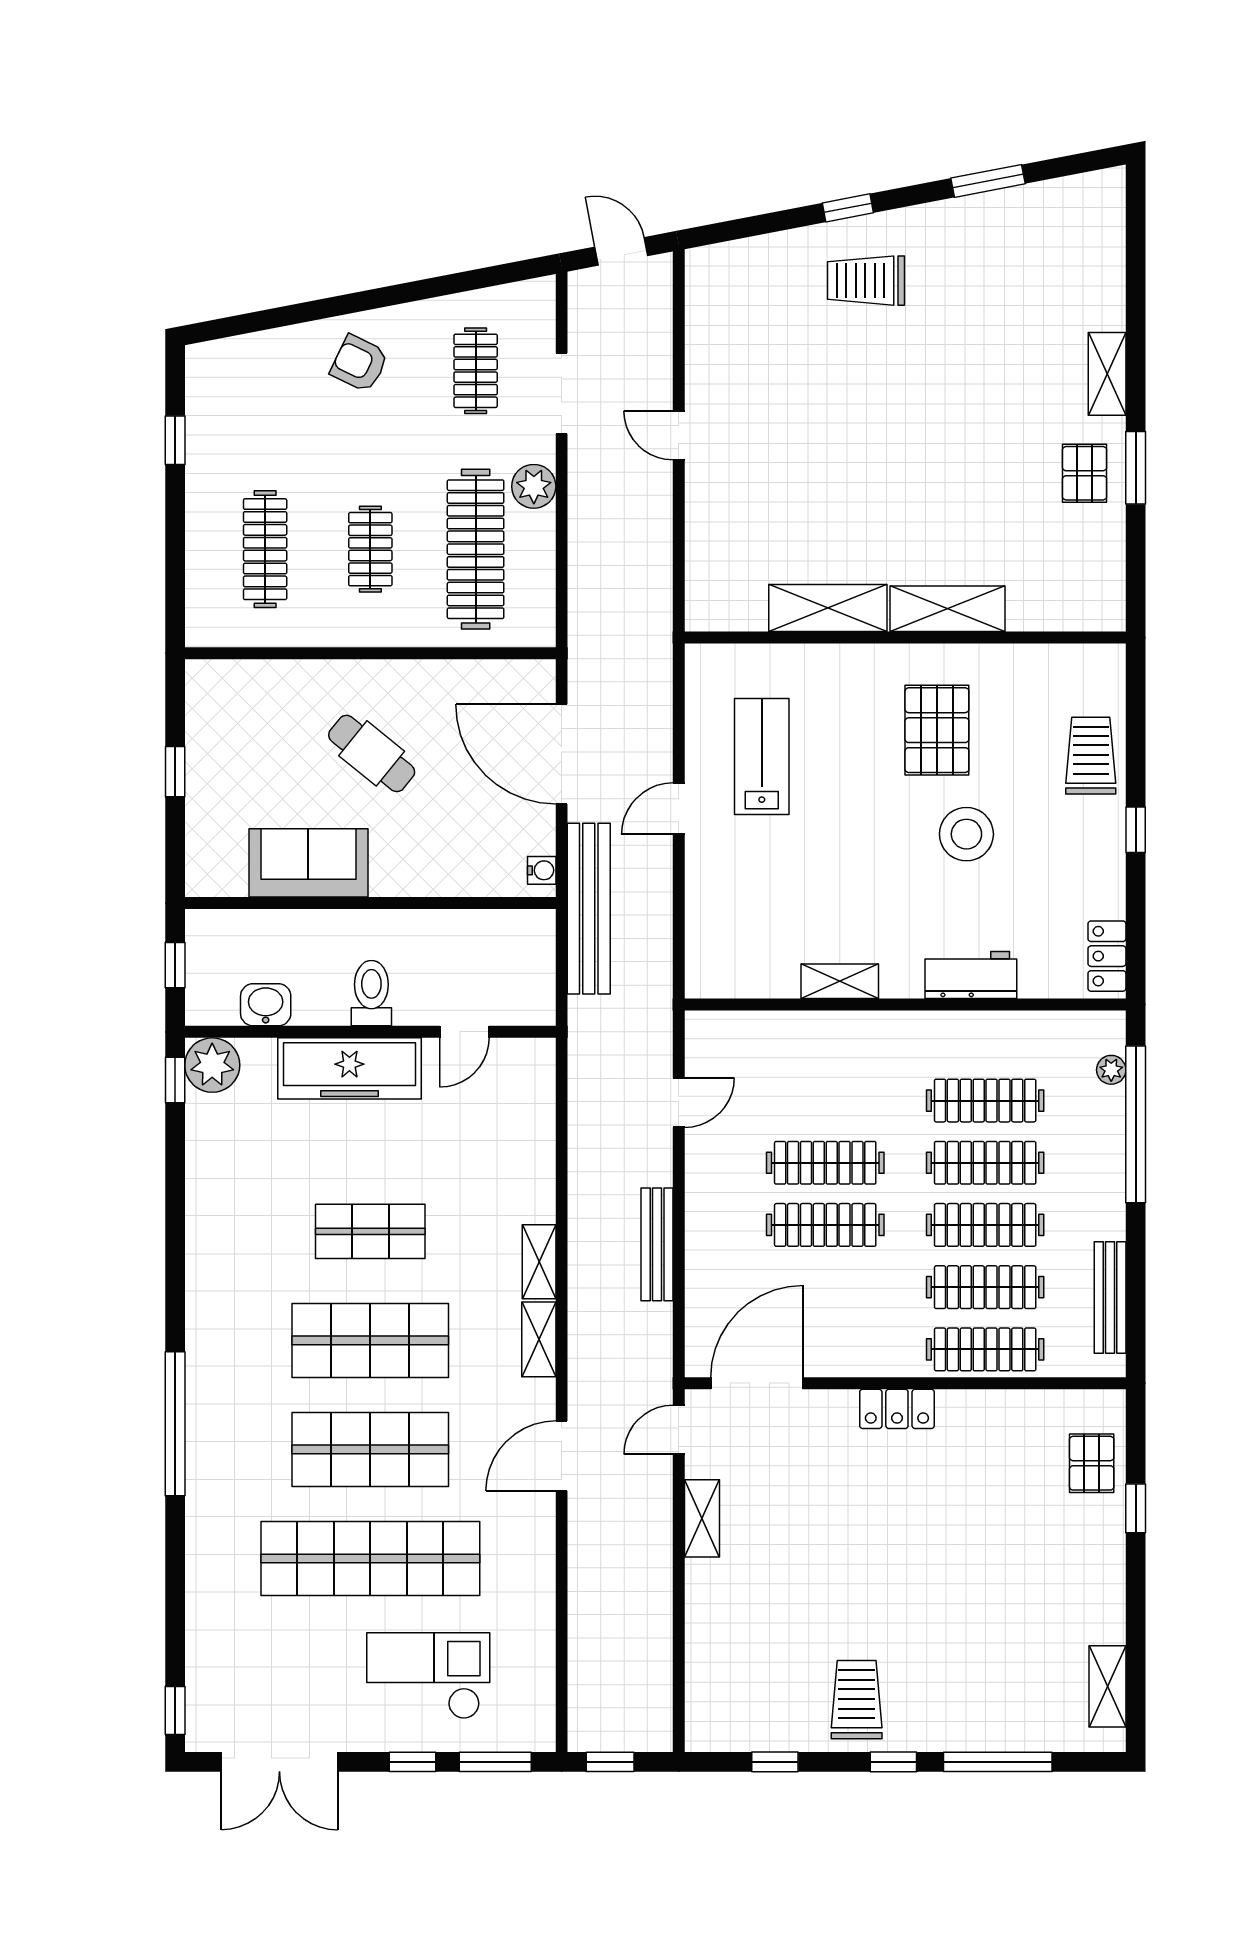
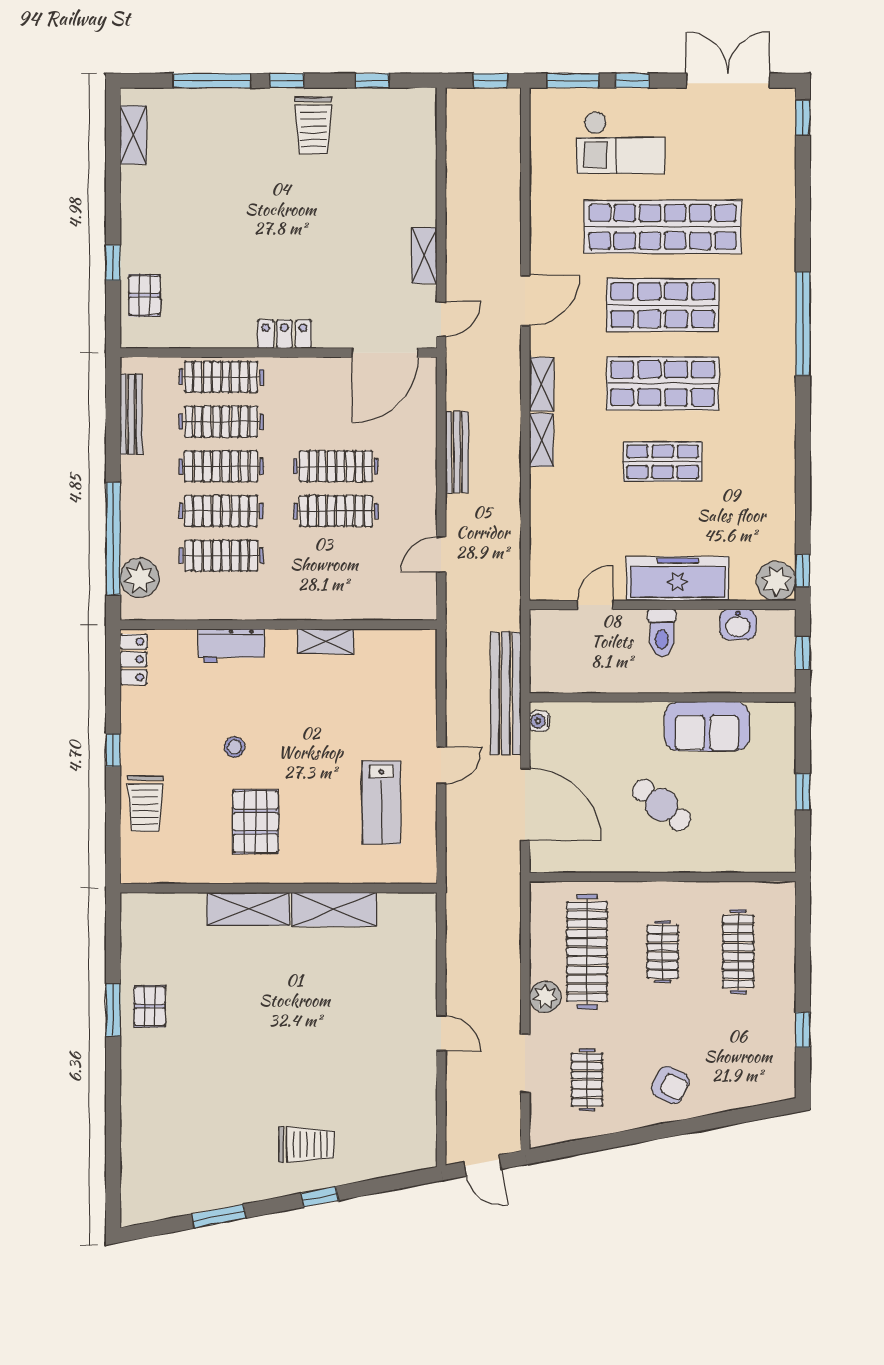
shelving: (1107, 374) -> (133, 1078), removed
stool: (966, 834) -> (234, 747), width x0.53, depth x0.53
plant: (1111, 1070) -> (140, 578), width x1.88, depth x1.88

